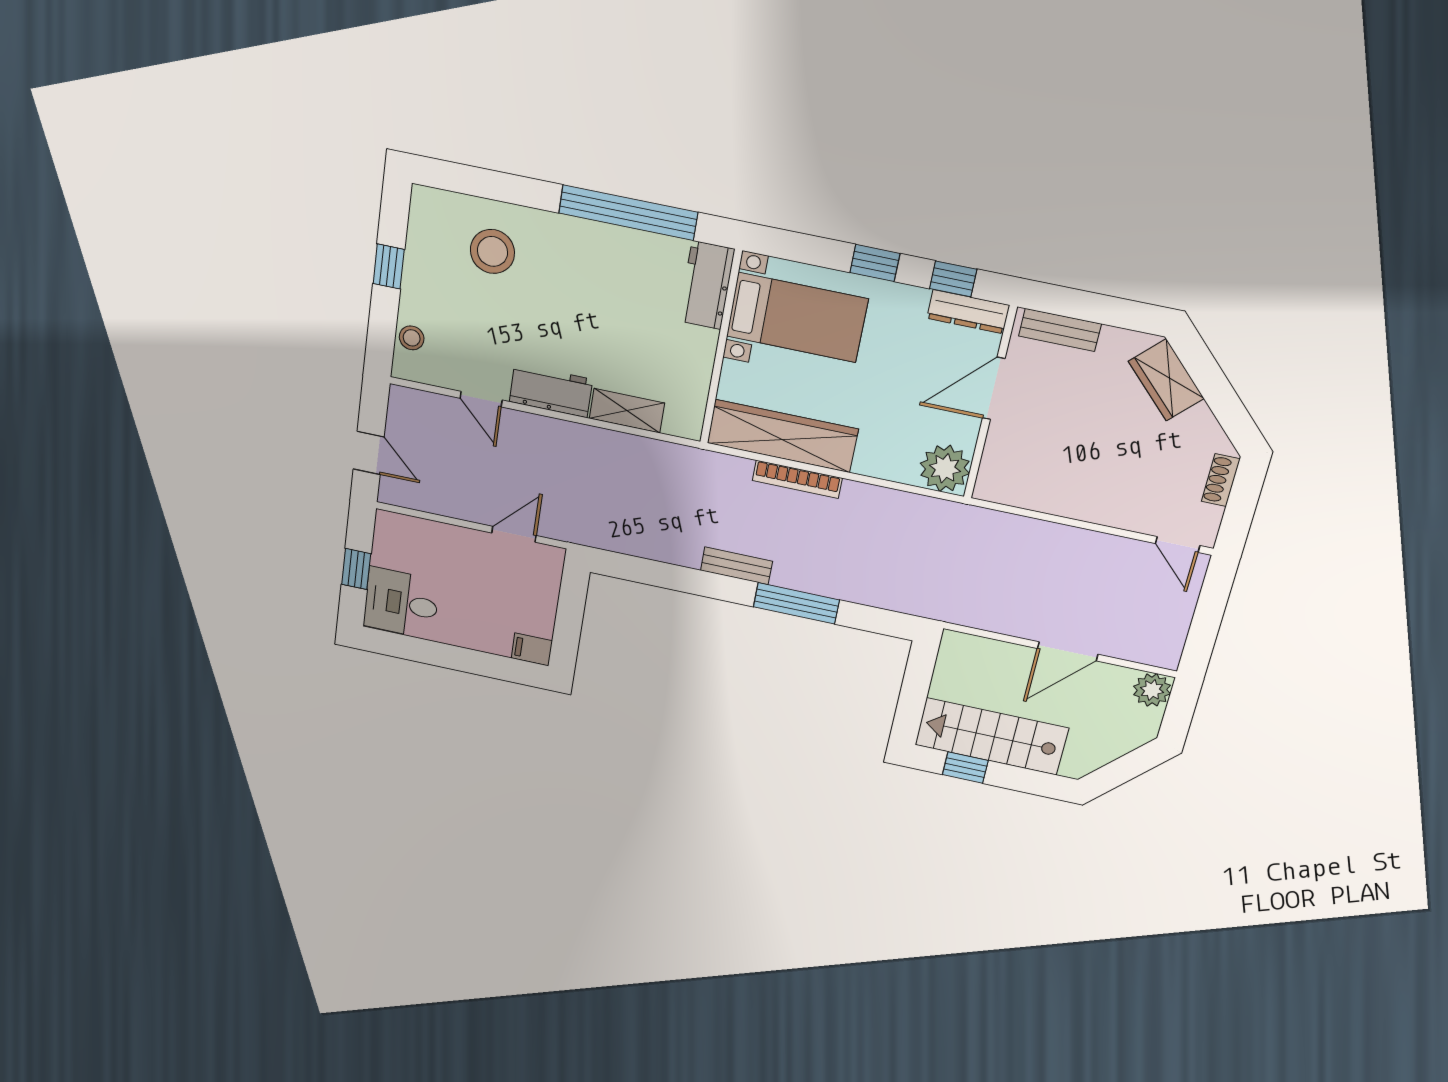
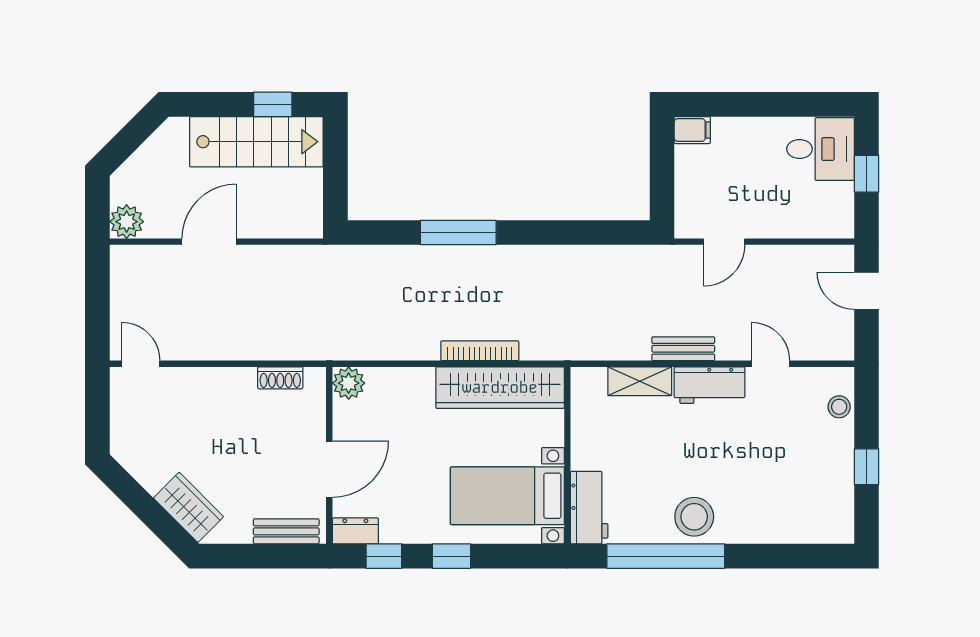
stool: (492, 251) -> (694, 517), moved
dresser: (968, 312) -> (355, 531), width x0.70
plant: (945, 468) -> (349, 383), width x0.73, depth x0.73
shoe rack: (1221, 480) -> (280, 378), moved, turned 90
bench: (736, 566) -> (683, 349), moved

